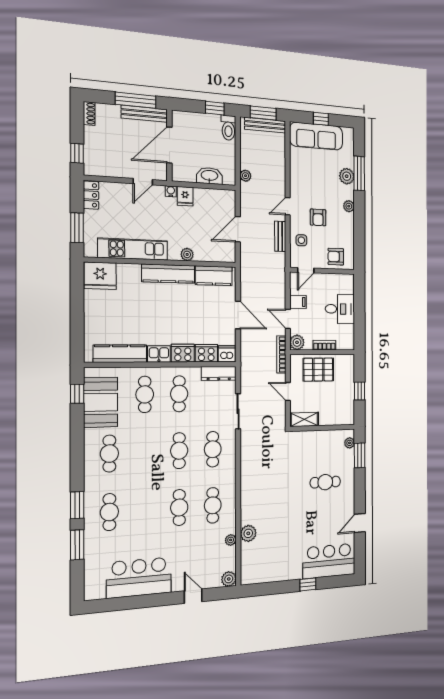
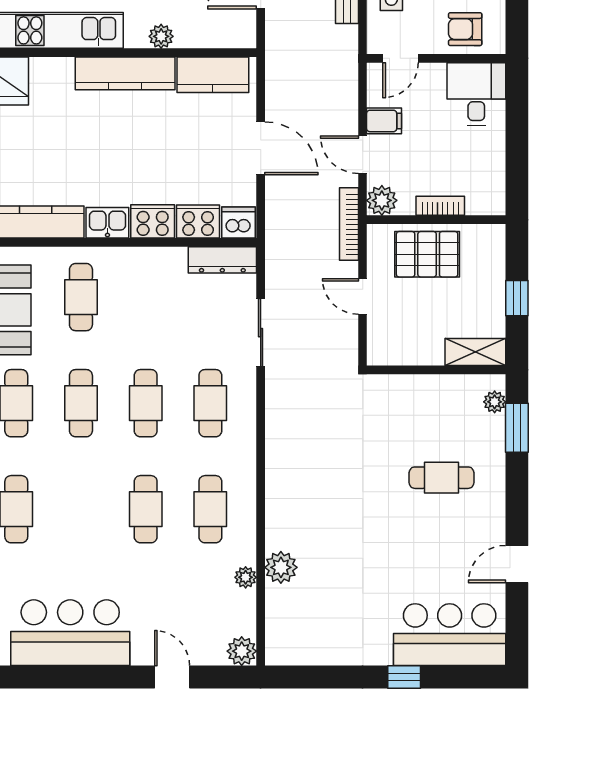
desk: (340, 309) -> (476, 94), moved, turned -90
cafe table: (179, 394) -> (81, 403), moved
shelving: (304, 419) -> (475, 352), moved

